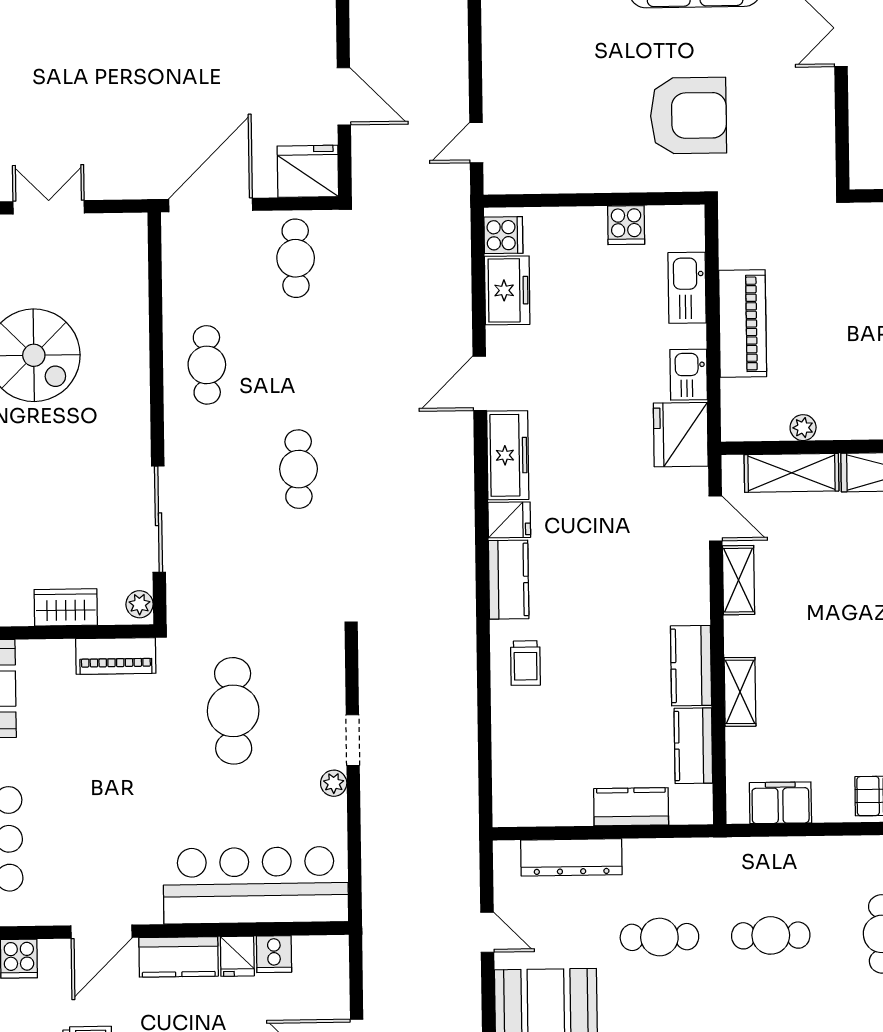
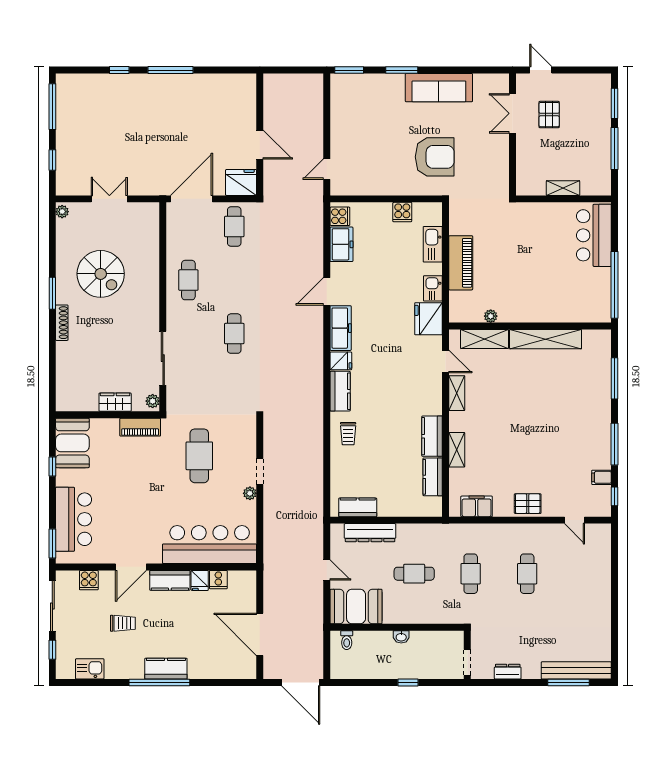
kitchen counter: (631, 807) -> (358, 507), moved
cafe table: (771, 935) -> (471, 574), turned 90

